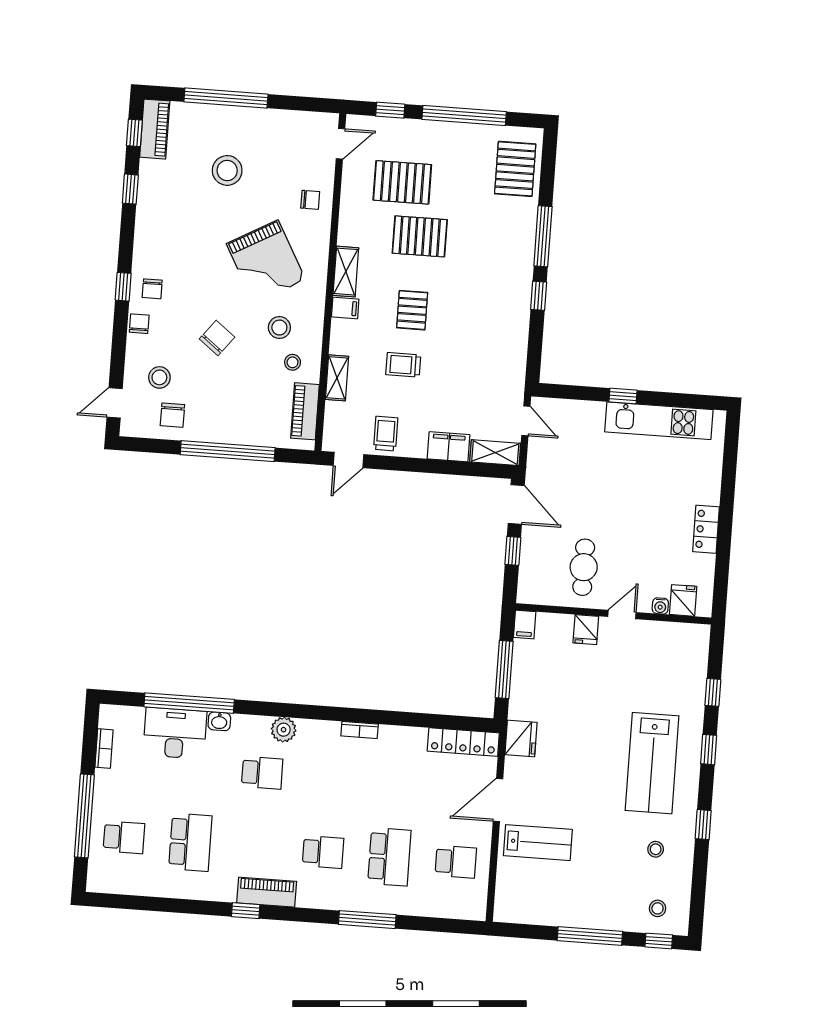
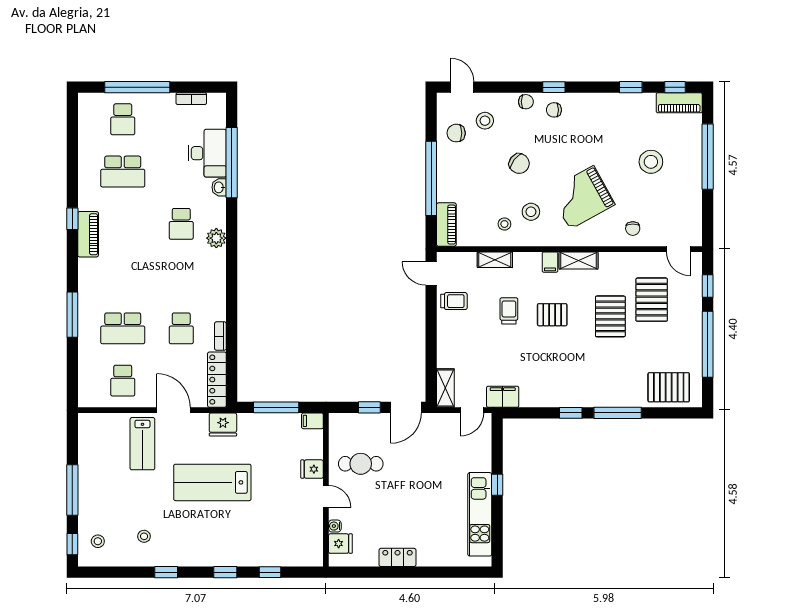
piano: (305, 411) -> (446, 225), moved, turned 90
filing cabinet: (449, 447) -> (503, 397), moved, turned -90
bookcase: (360, 730) -> (220, 336), moved
lab bench: (652, 763) -> (212, 482), moved
school desk: (323, 852) -> (181, 328), moved

